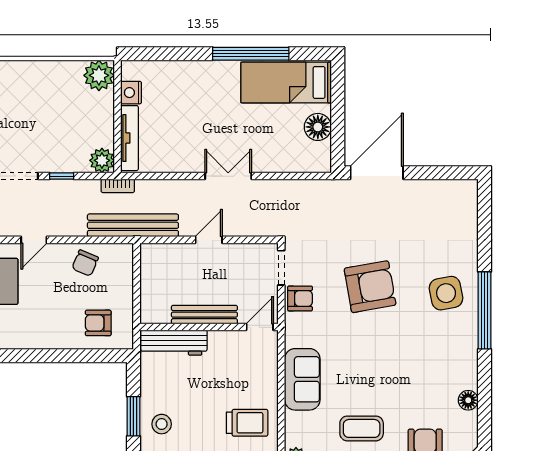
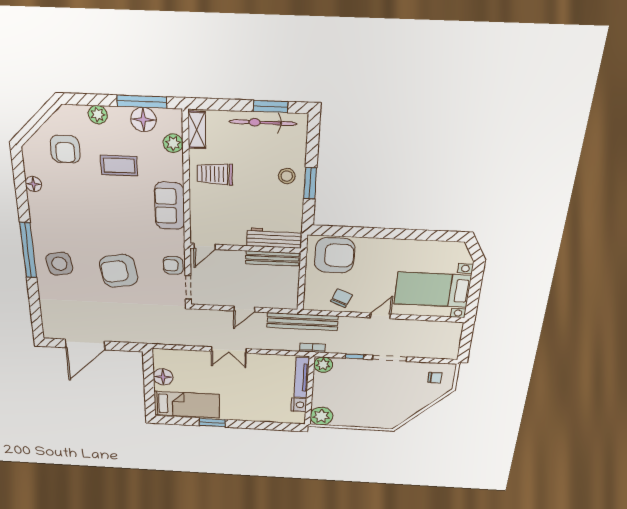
window: (251, 54) -> (212, 423), width x0.47
door: (377, 173) -> (85, 344), moved
bench: (204, 315) -> (272, 258), moved
armchair: (98, 323) -> (334, 255), width x1.88, depth x1.88

